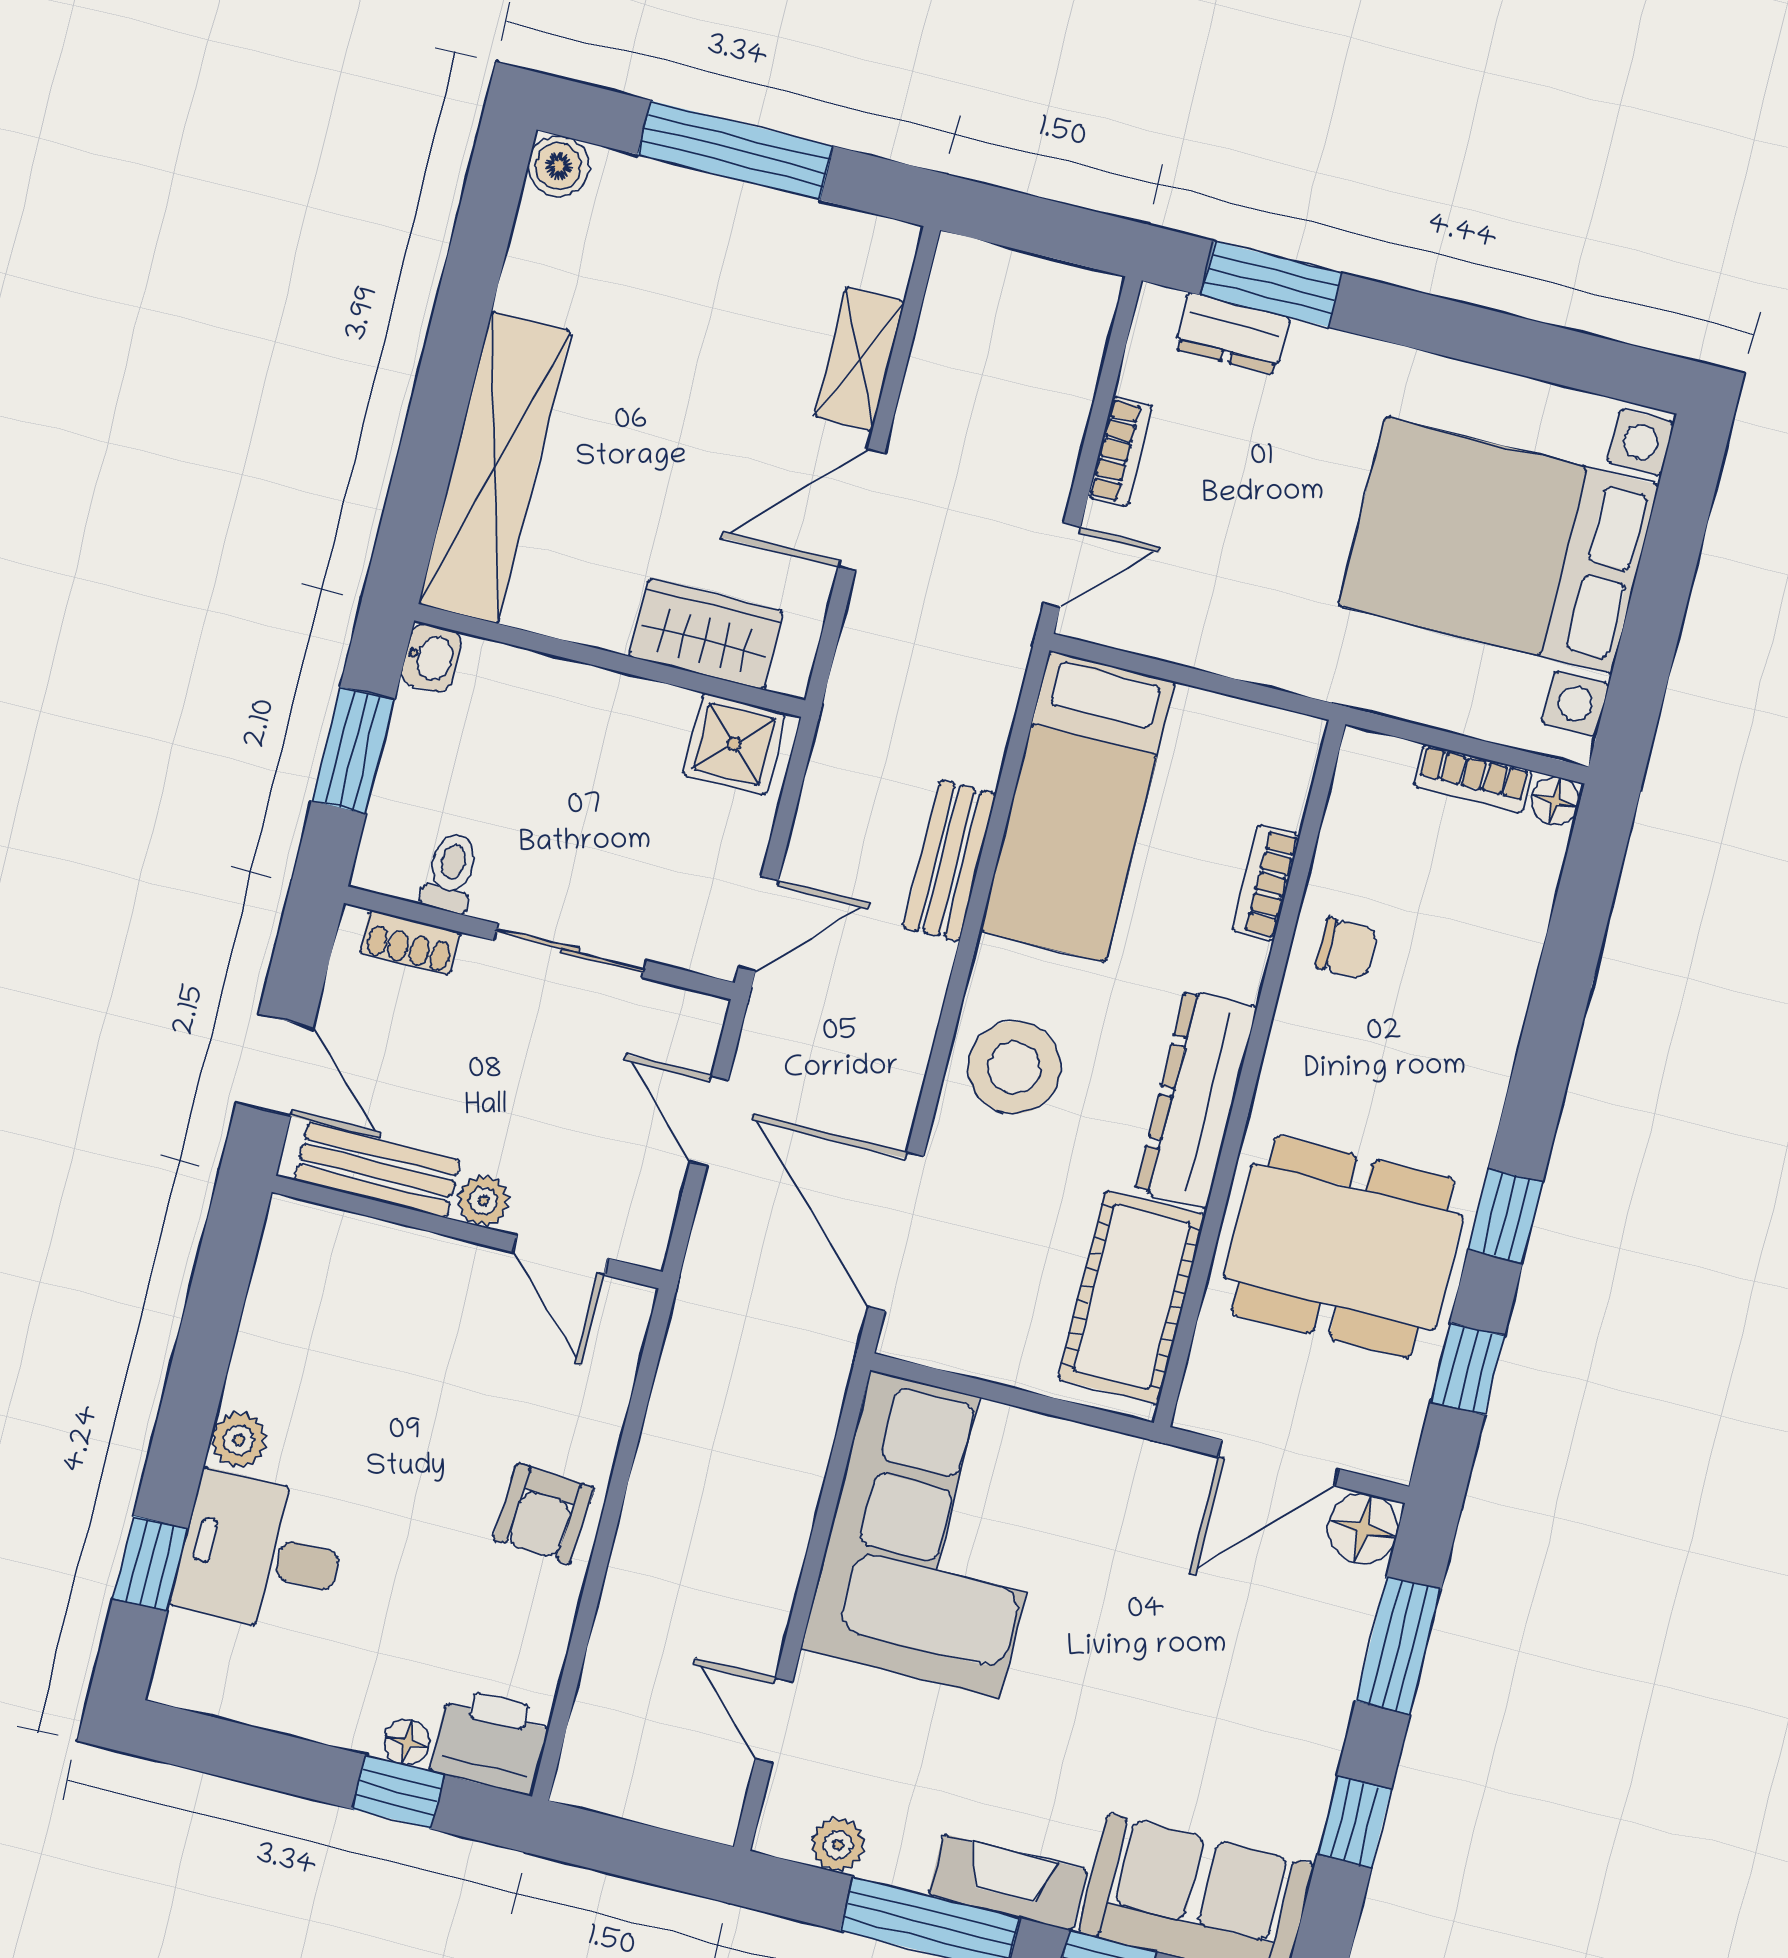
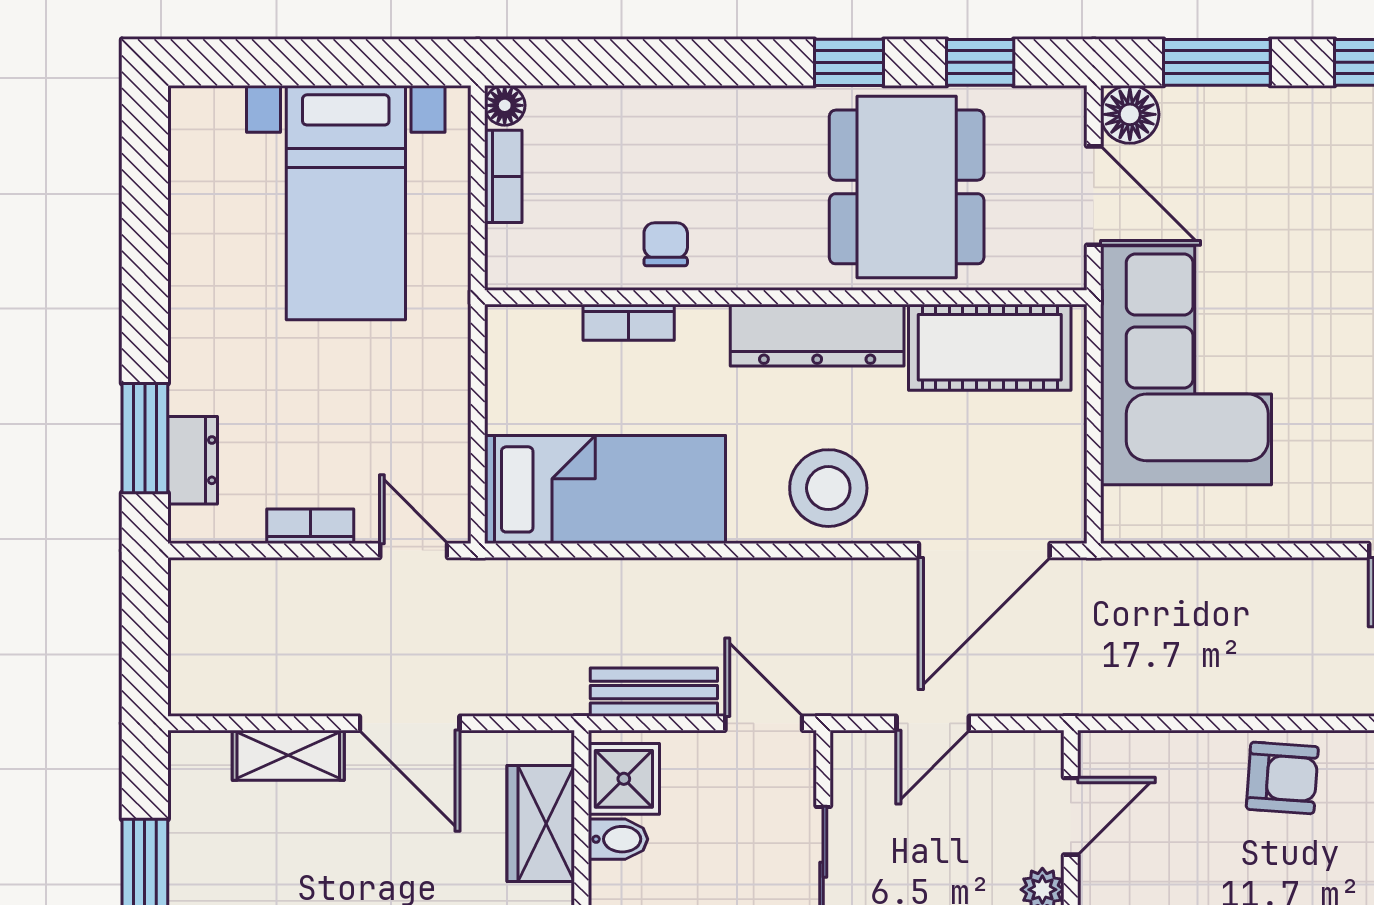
bed with nightstands: (1499, 545) -> (346, 203), width x0.73
bidet: (665, 720) -> (618, 839), added
bench: (950, 861) -> (654, 692), moved
corner sofa: (935, 1534) -> (1186, 365), moved, turned 90

